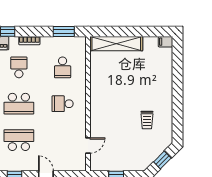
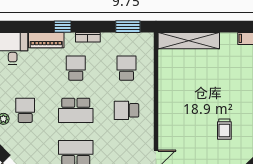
school desk: (63, 67) -> (126, 68), turned 180

